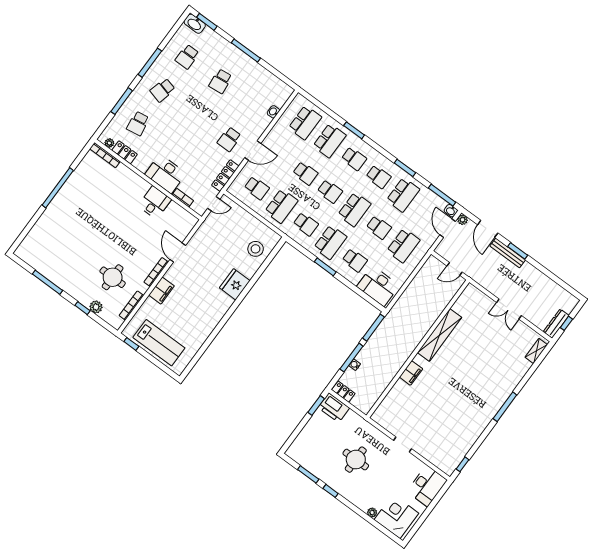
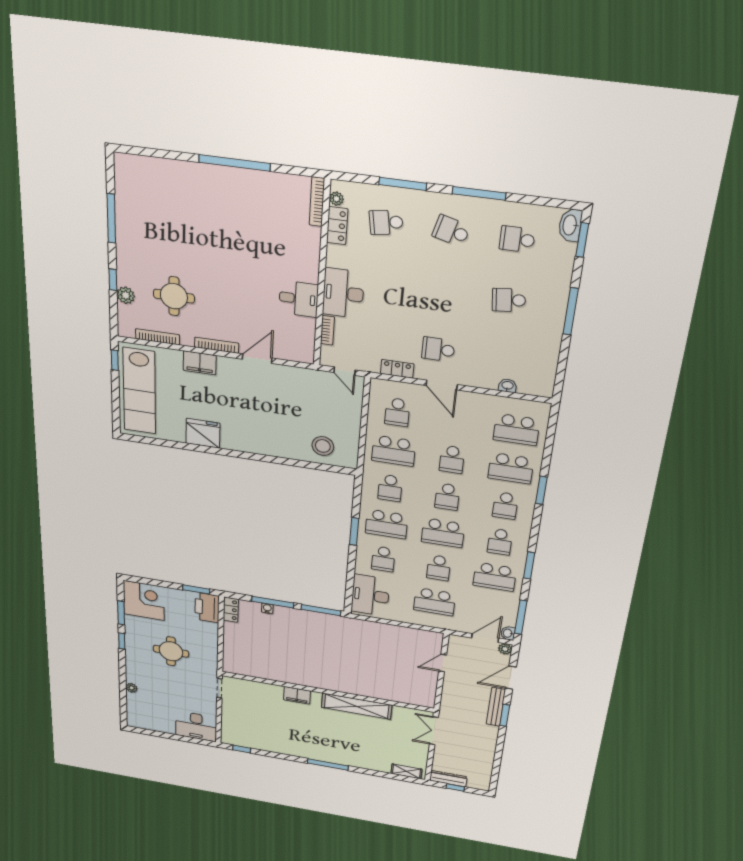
locker: (225, 176) -> (397, 369), width x0.66
door: (455, 269) -> (443, 663), hinge flipped
fridge: (235, 284) -> (203, 433), moved
shelving: (440, 335) -> (357, 706), moved
lab bench: (159, 343) -> (139, 391), width x1.36
wall: (418, 349) -> (327, 692), moved
filing cabinet: (411, 373) -> (297, 695), moved
corner desk: (396, 516) -> (144, 601), moved

